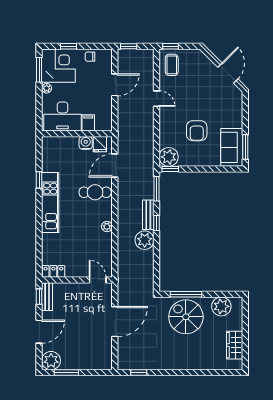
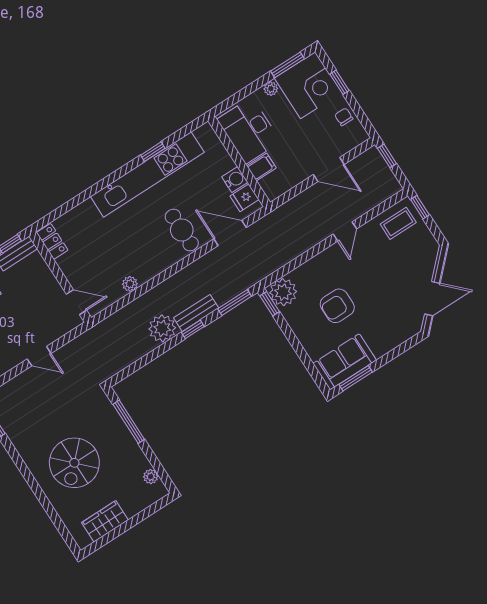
kitchen unit: (50, 202) -> (147, 174), width x1.36
plant: (107, 227) -> (130, 284), moved
door: (98, 280) -> (76, 302), hinge flipped
plant: (221, 306) -> (151, 477), width x0.53, depth x0.53
spiral stairs: (186, 317) -> (74, 463), moved, turned 180
door: (115, 322) -> (39, 356), width x0.53

